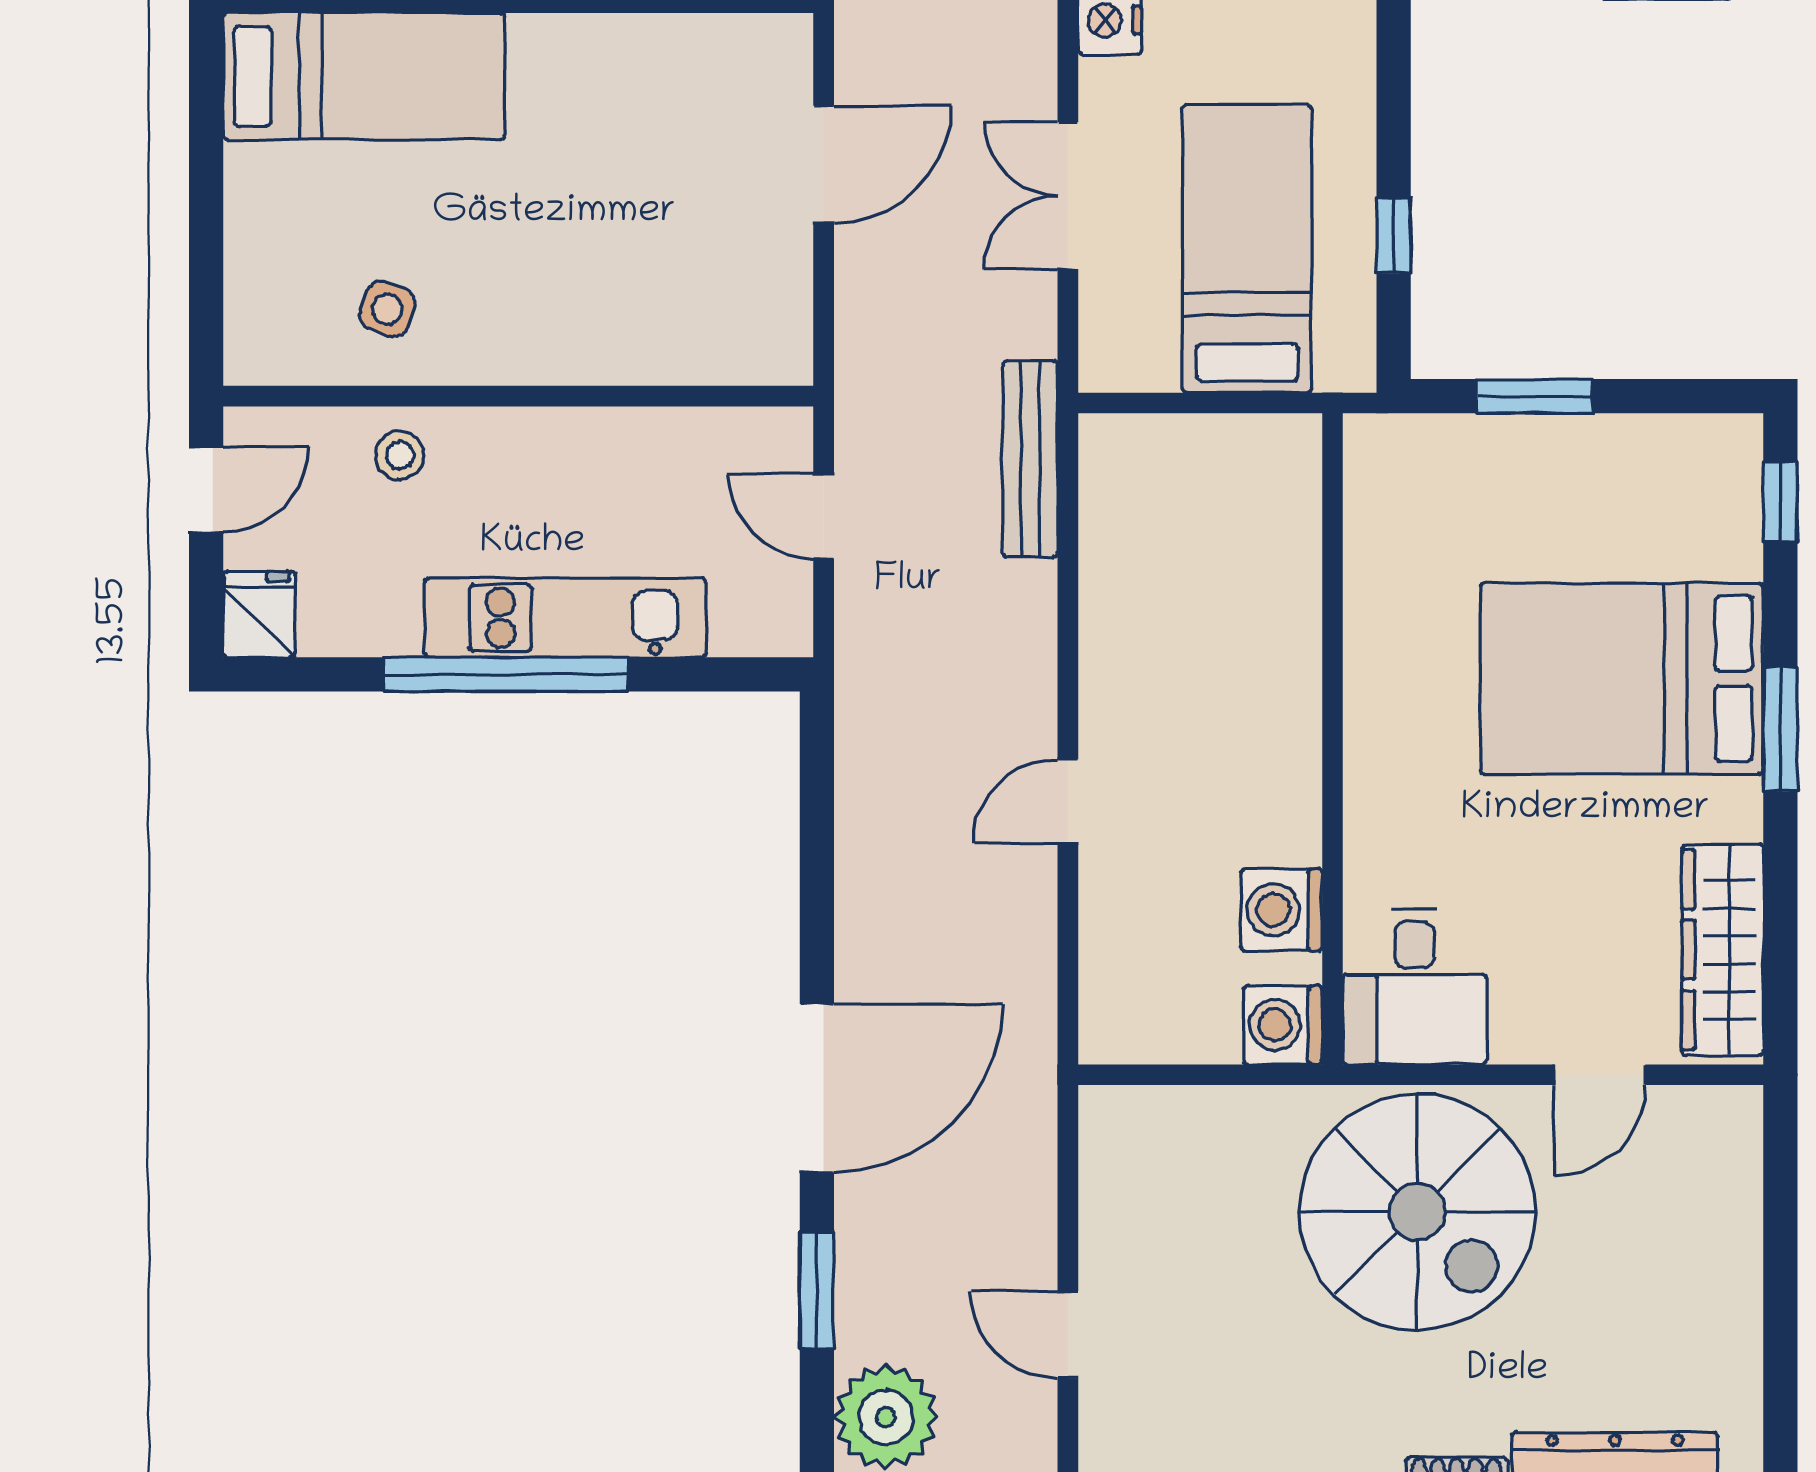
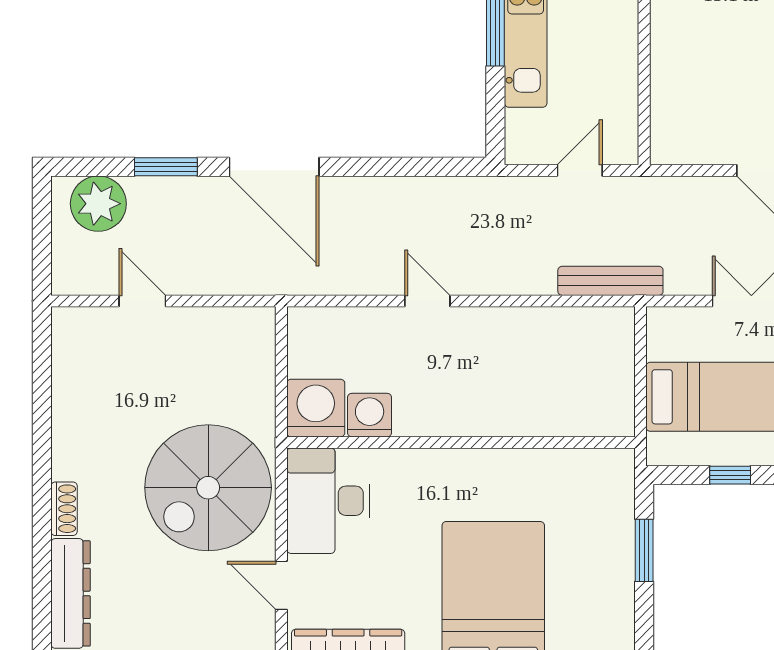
desk: (1415, 987) -> (328, 501), width x1.37
washing machine: (1283, 1025) -> (316, 408), width x1.37, depth x1.37
door: (1068, 1335) -> (142, 301), hinge flipped

